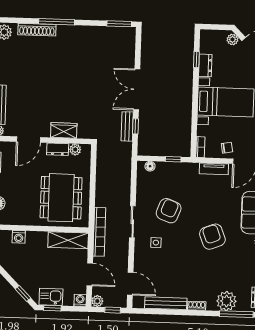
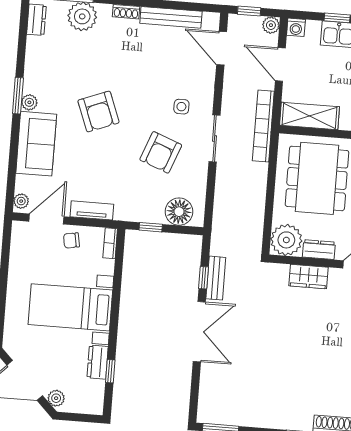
plant: (75, 150) -> (286, 240), width x1.87, depth x1.87
floor lamp: (150, 166) -> (179, 212), width x1.89, depth x1.89

